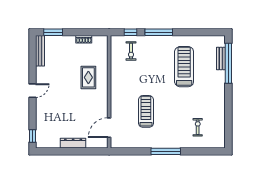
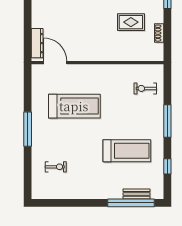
window: (130, 32) -> (167, 166), moved
rug: (88, 77) -> (131, 22), moved
treadmill: (146, 111) -> (74, 106), width x1.37, depth x1.38
dresser: (73, 143) -> (37, 43), moved

